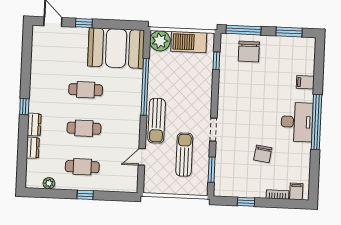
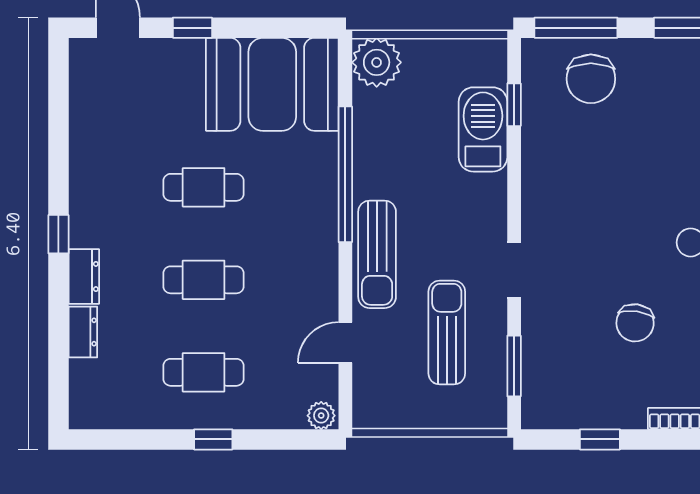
barbecue: (189, 42) -> (483, 129), moved, turned 90
plant: (49, 183) -> (321, 416), moved

